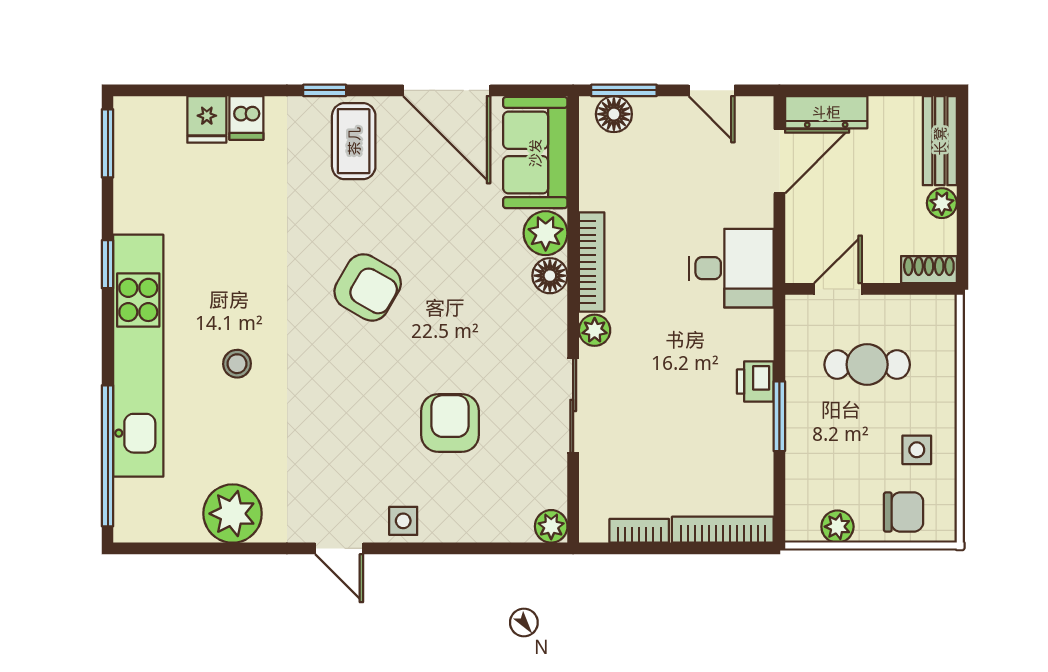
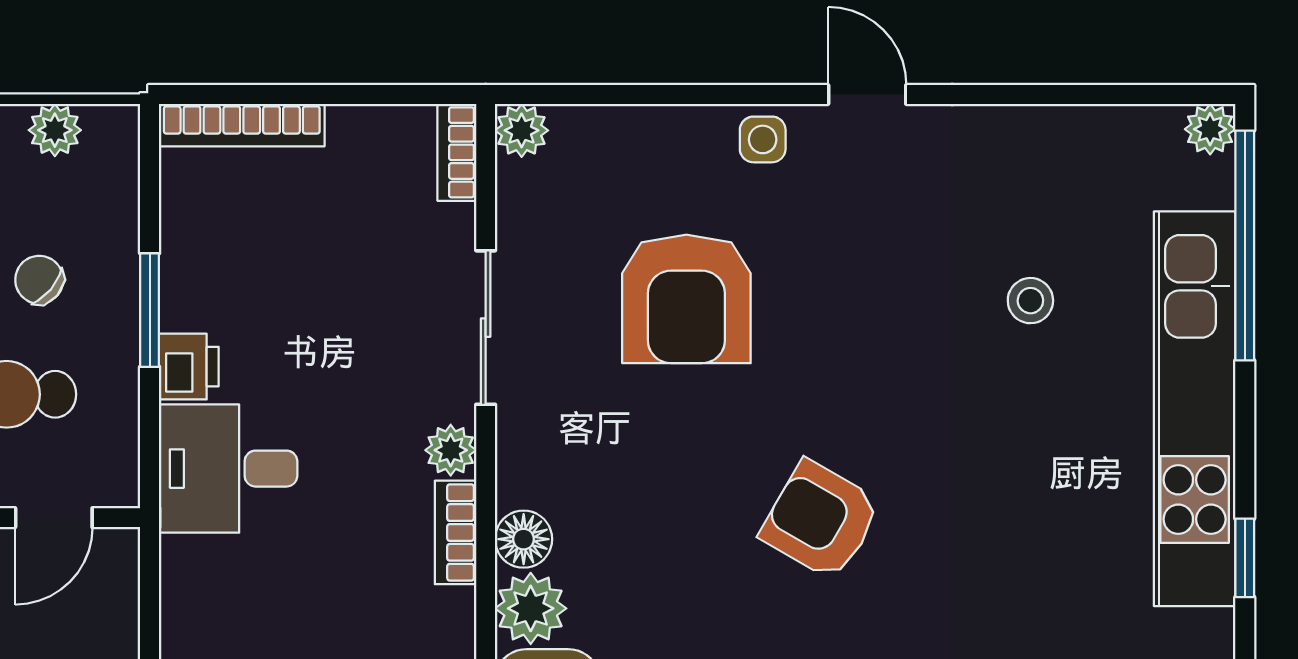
bookcase: (592, 262) -> (456, 532), width x0.64
desk: (731, 268) -> (228, 469), moved
stool: (237, 364) -> (1030, 301), moved
armchair: (450, 423) -> (686, 299), width x1.36, depth x1.36
chair: (847, 435) -> (39, 280), added
plant: (233, 514) -> (1210, 129), moved, width x0.53, depth x0.53
bookcase: (639, 531) -> (457, 152), moved, turned 90

